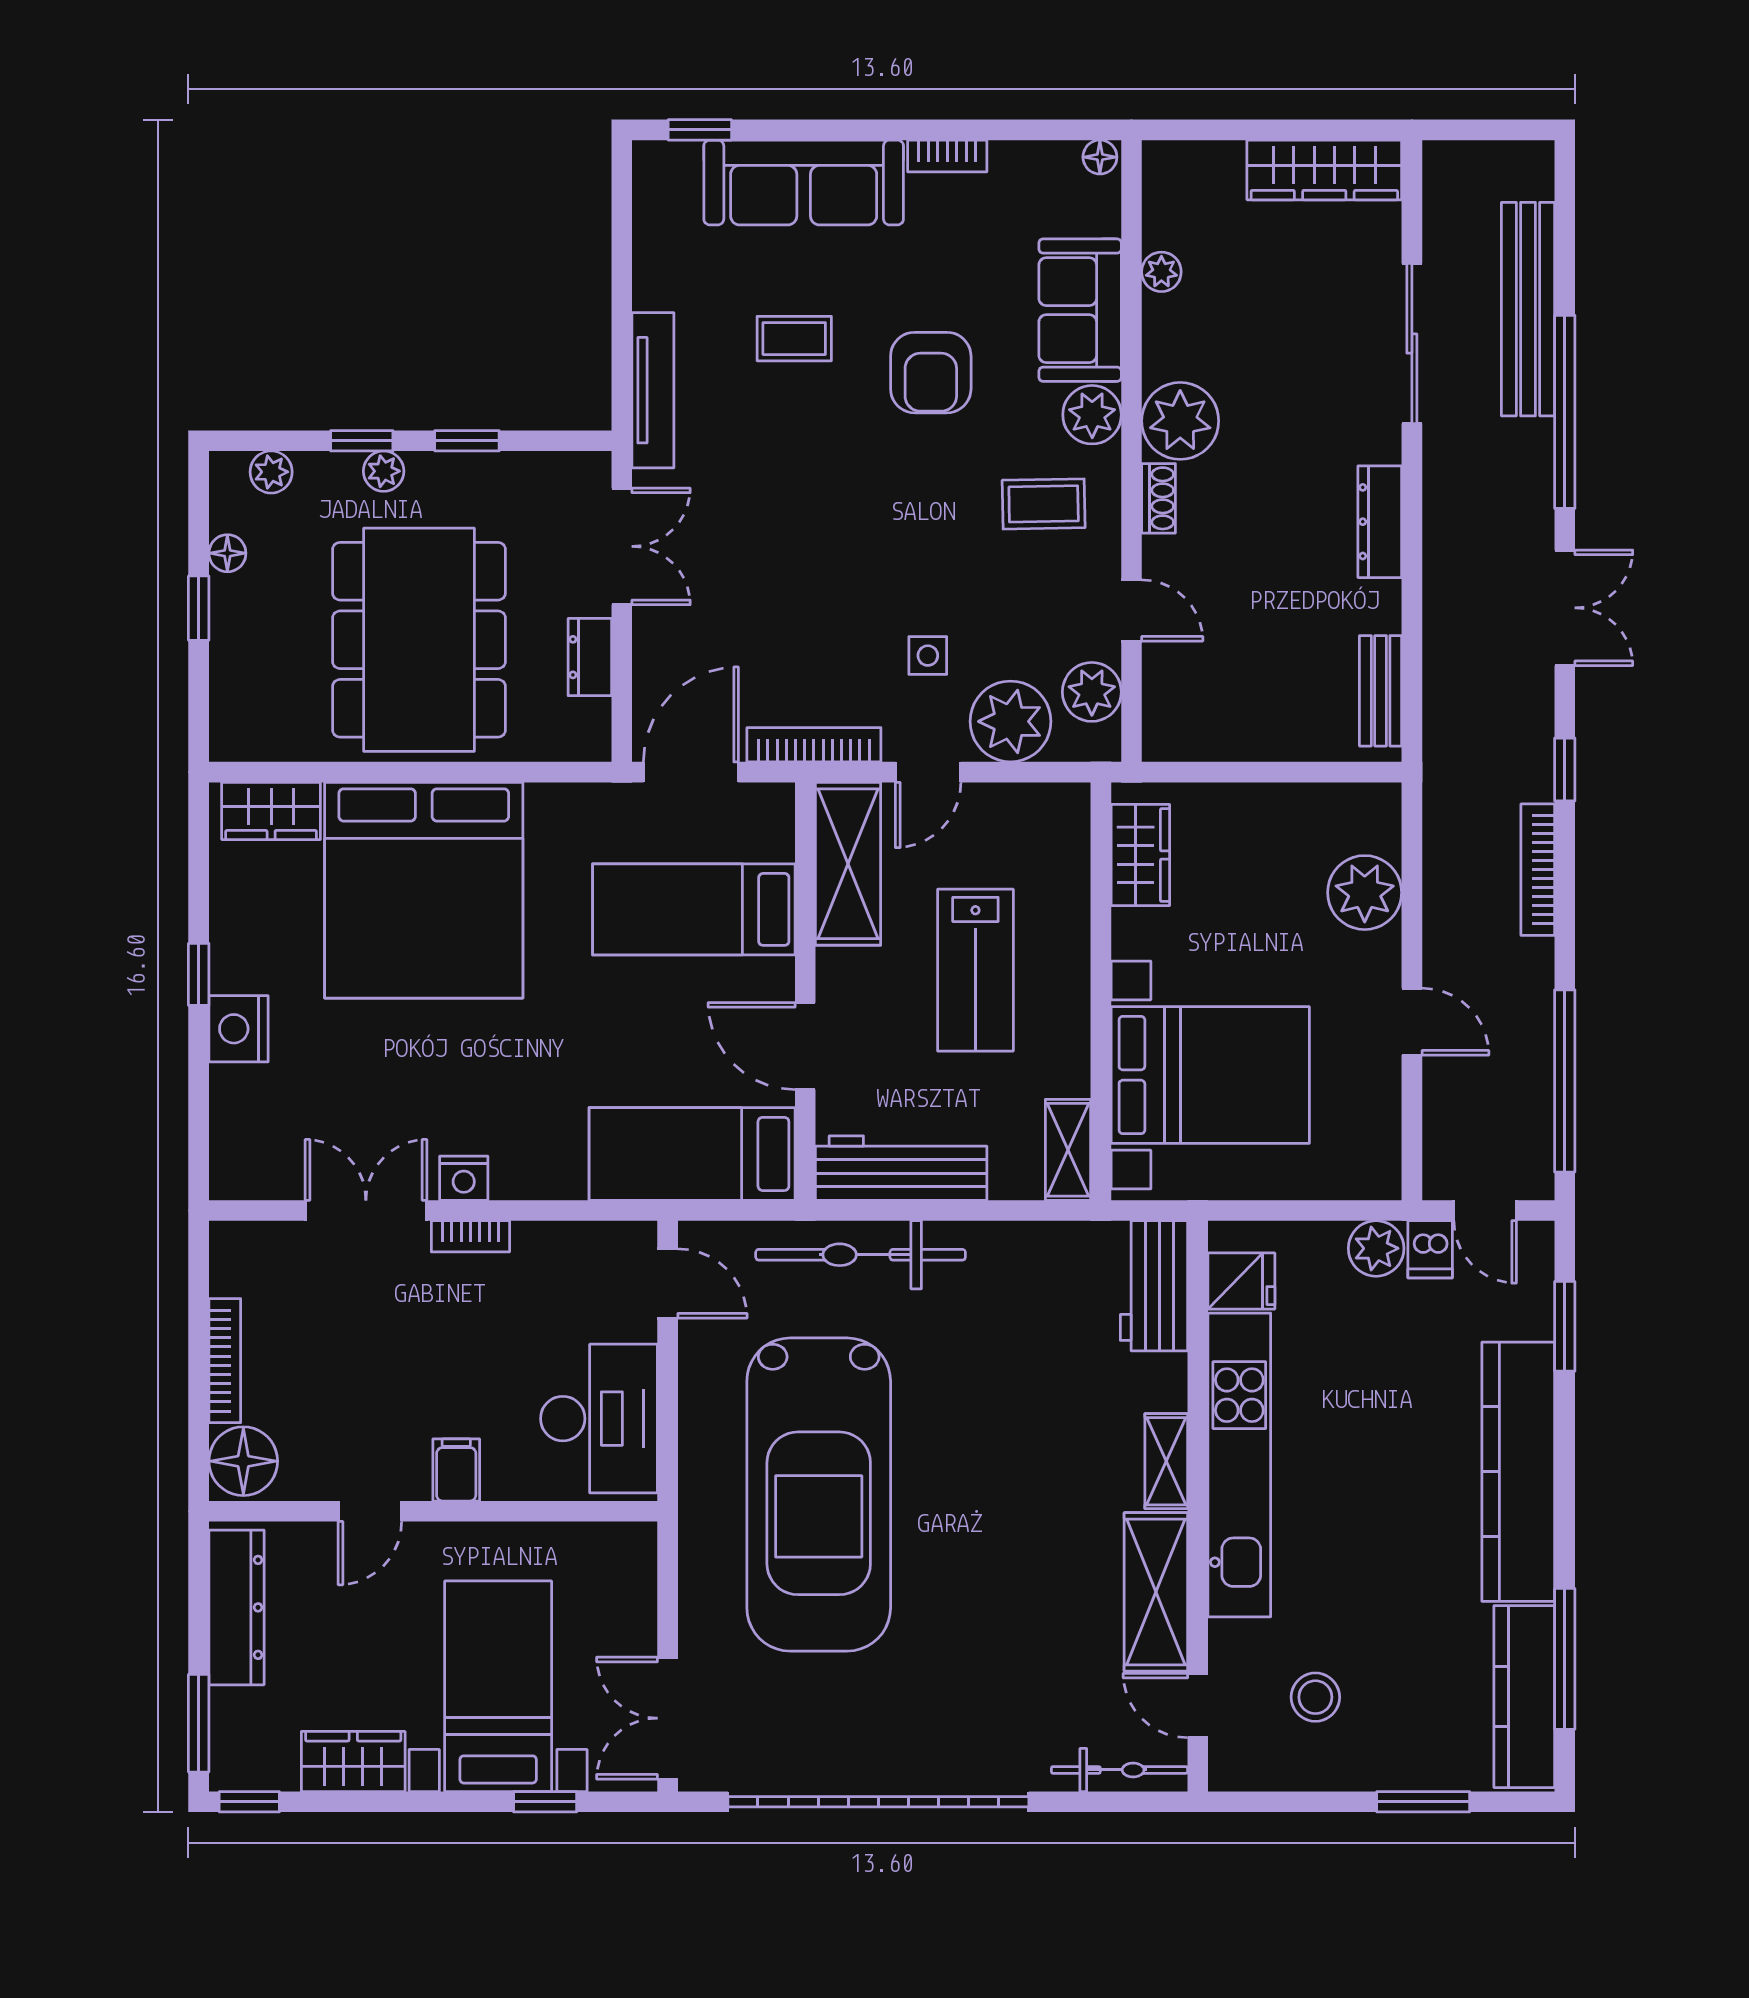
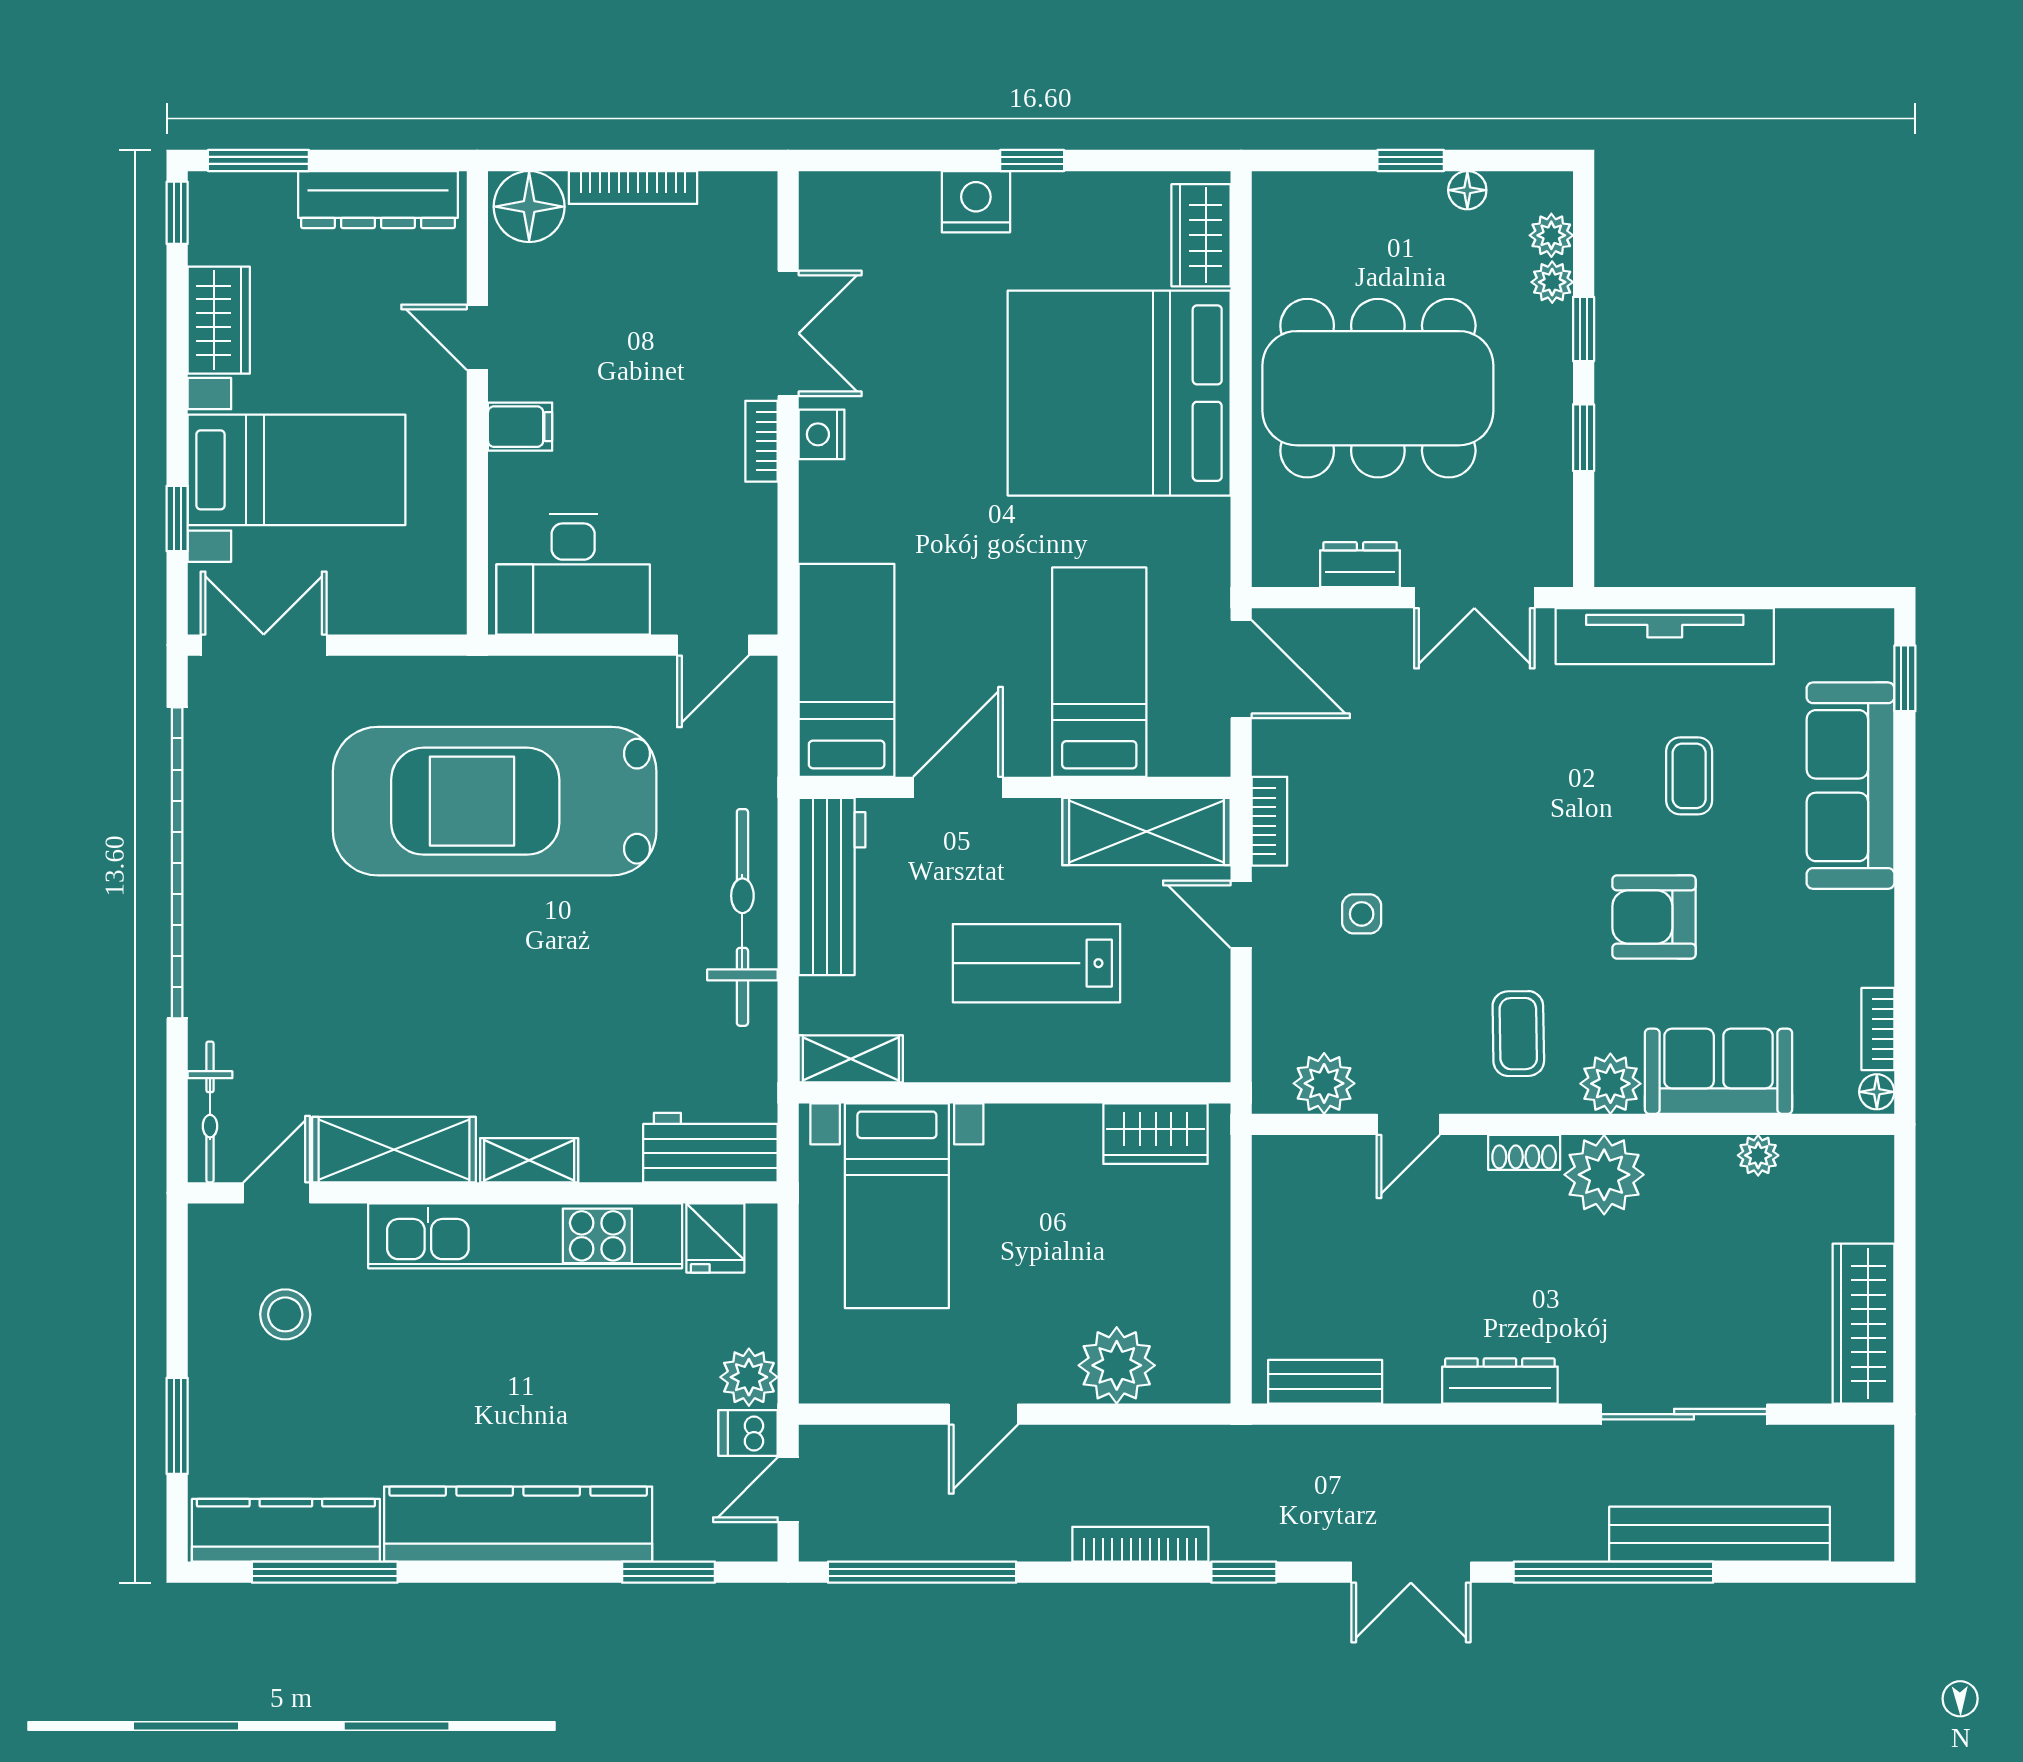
bookcase: (947, 156) -> (1878, 1029), moved
tv unit: (653, 390) -> (1665, 636), width x1.36, depth x1.29
plant: (384, 471) -> (1552, 282), moved
plant: (1010, 721) -> (1293, 999), removed
bookcase: (814, 745) -> (1269, 821), width x0.64
bed with nightstands: (1210, 1075) -> (897, 1206), width x0.73
bicycle: (861, 1255) -> (742, 917), moved

